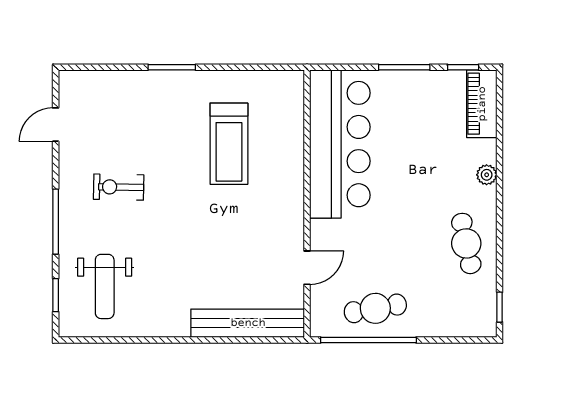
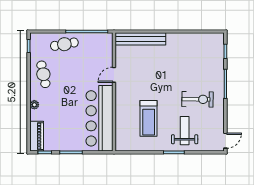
door: (56, 125) -> (225, 141), moved
treadmill: (229, 144) -> (149, 118), turned 180
exercise bike: (119, 187) -> (197, 99), width x1.38, depth x1.39
door: (307, 268) -> (114, 75), moved
weight bench: (105, 286) -> (185, 131), moved
cafe table: (375, 308) -> (64, 44), moved

